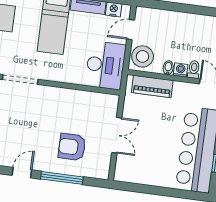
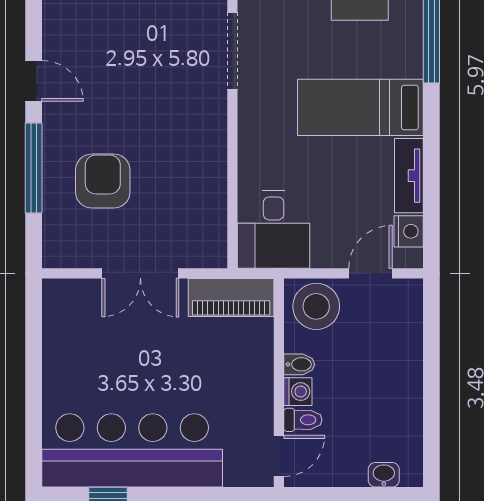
door: (131, 30) -> (370, 273), hinge flipped
desk: (105, 65) -> (274, 229), width x0.73
piano: (152, 86) -> (231, 298), moved, turned -90

